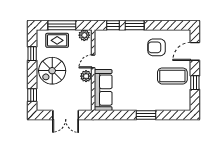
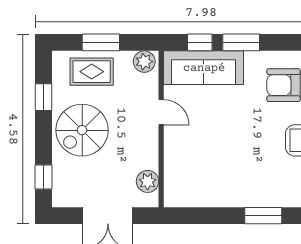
window: (62, 25) -> (101, 42), width x0.69
door: (93, 61) -> (161, 112), swing flipped
plant: (86, 76) -> (148, 181), moved
sofa: (103, 90) -> (204, 68), moved, turned 90

